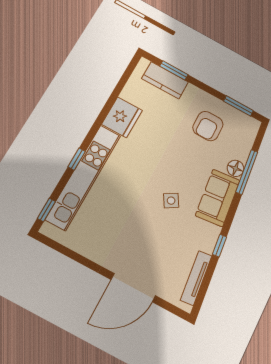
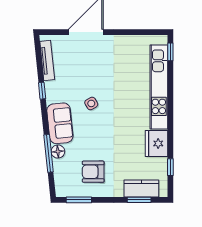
armchair: (208, 126) -> (93, 172), turned -90
window: (77, 159) -> (170, 167), moved

